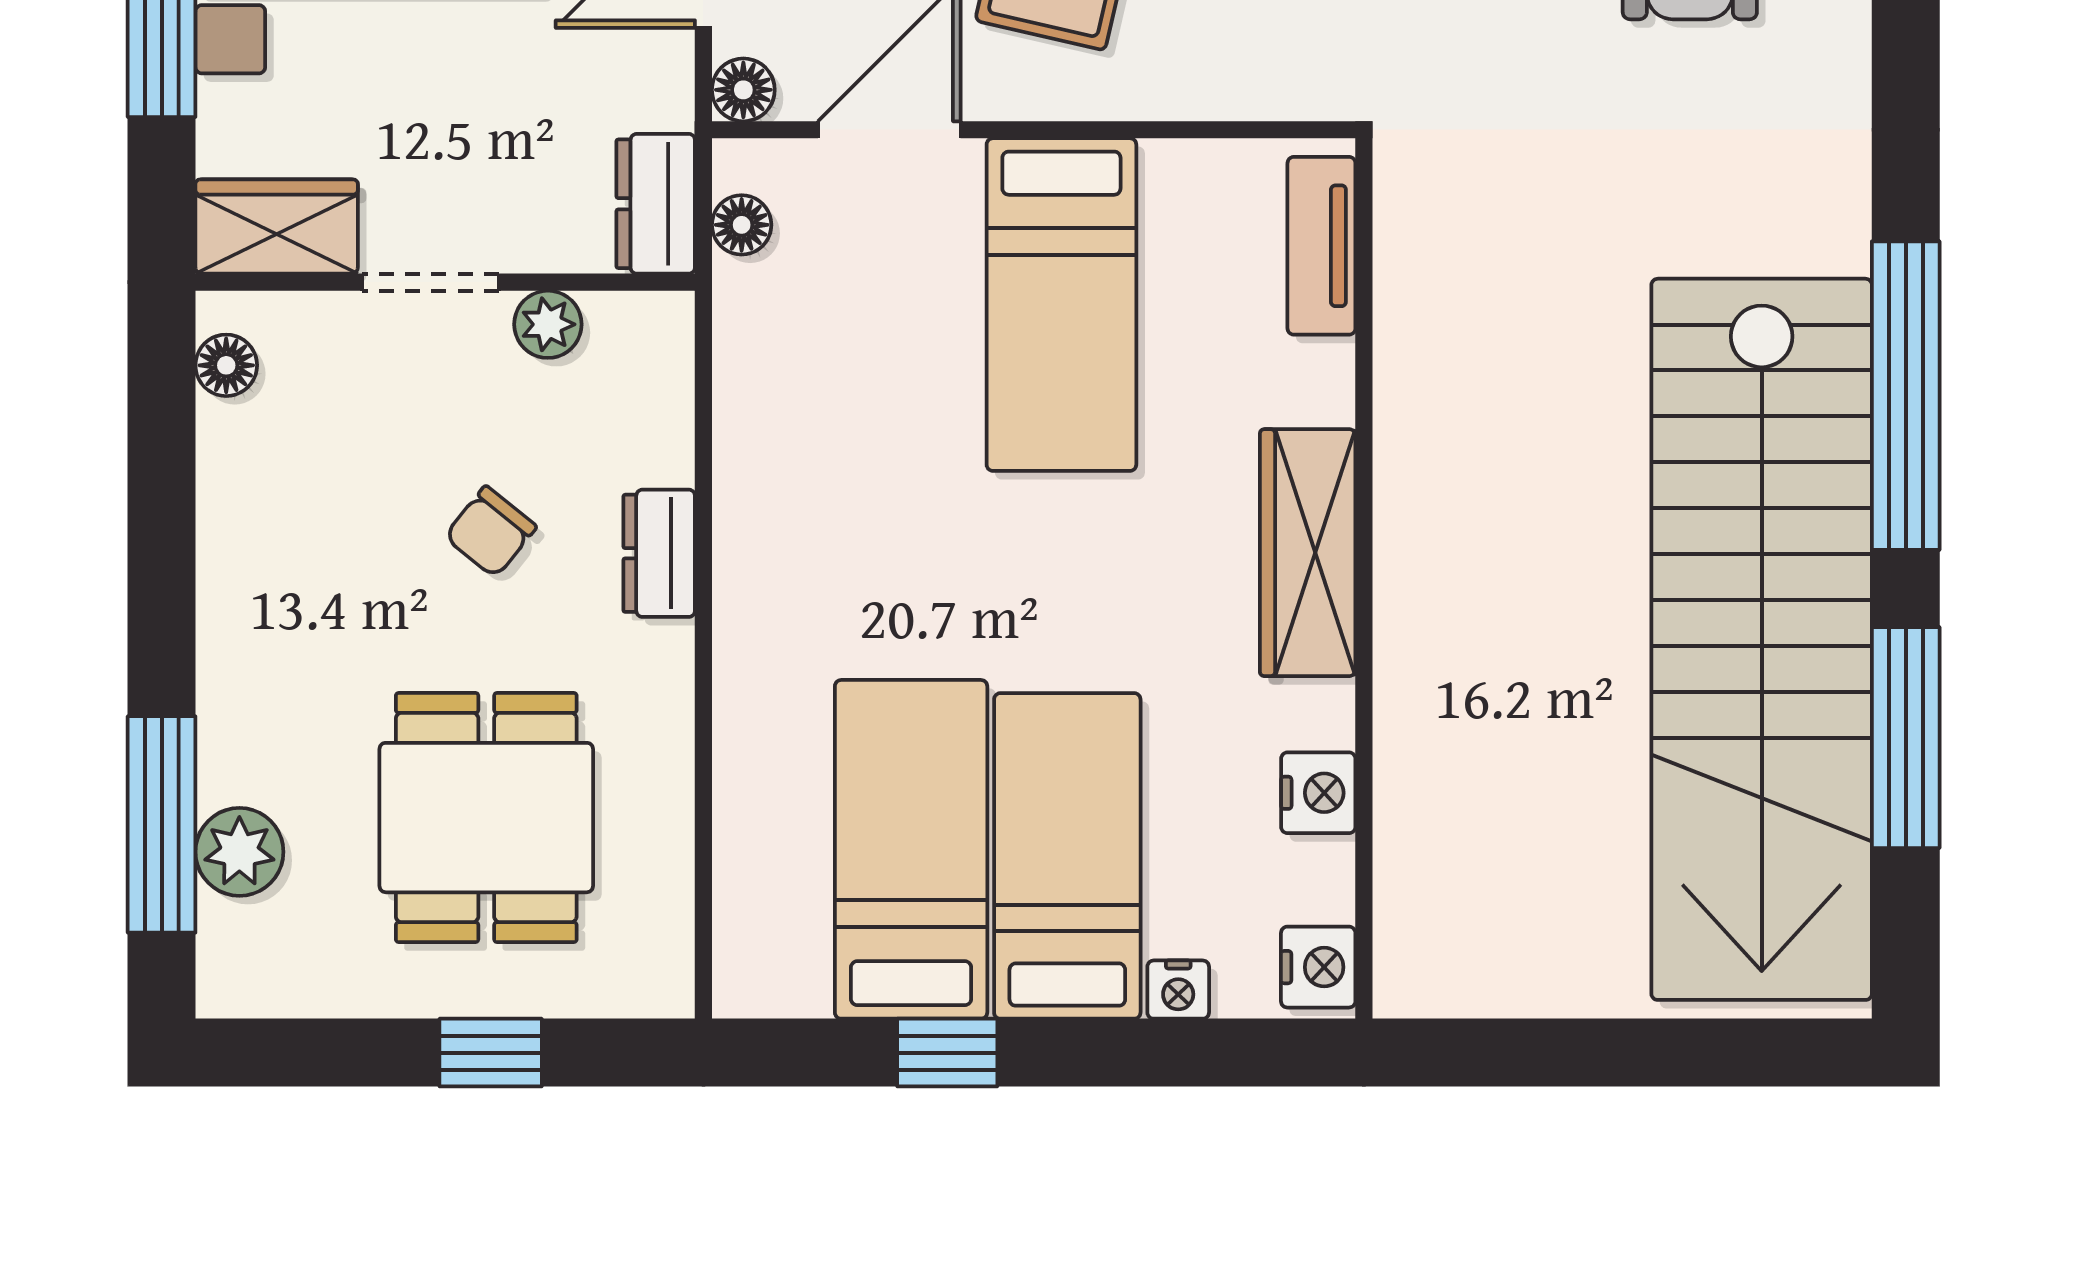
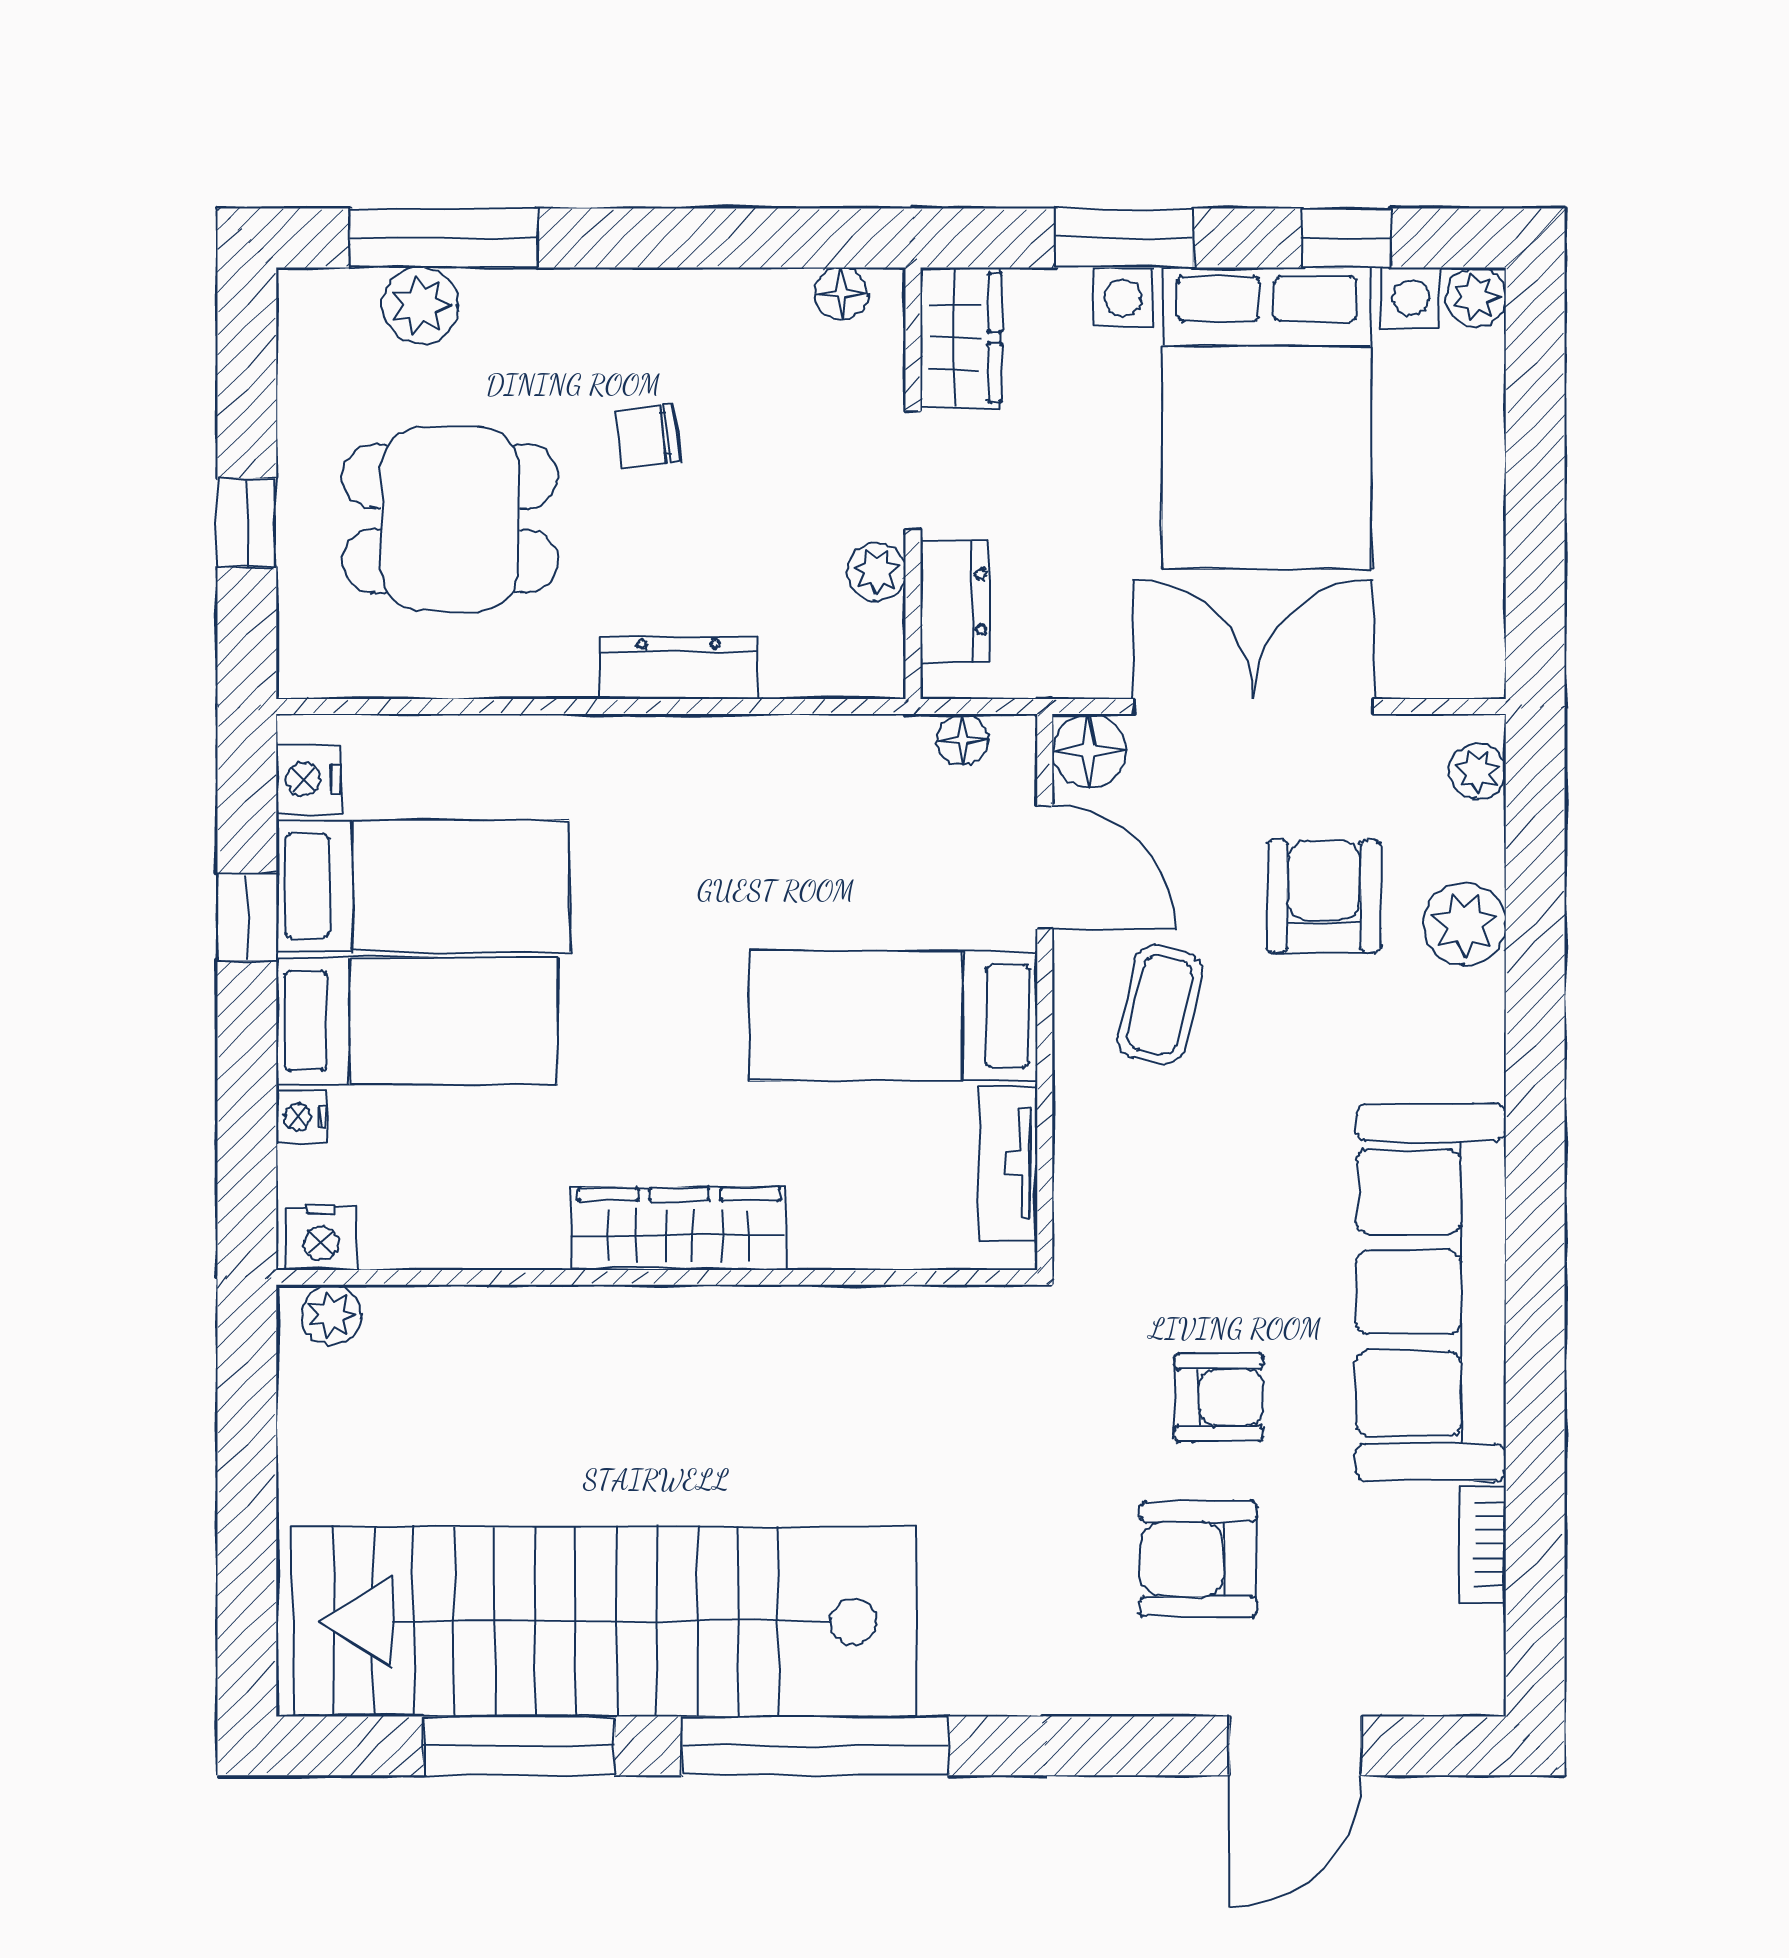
floor lamp: (743, 90) -> (1089, 751), width x1.37, depth x1.37
dresser: (656, 204) -> (954, 602), moved, turned 90
tv unit: (1321, 246) -> (1008, 1163), moved, turned -90
chair: (490, 532) -> (648, 436), moved, turned -46
dresser: (659, 553) -> (679, 668), width x1.44
nightstand: (1318, 793) -> (308, 779), moved, turned 90
plant: (1407, 955) -> (331, 1315), added

